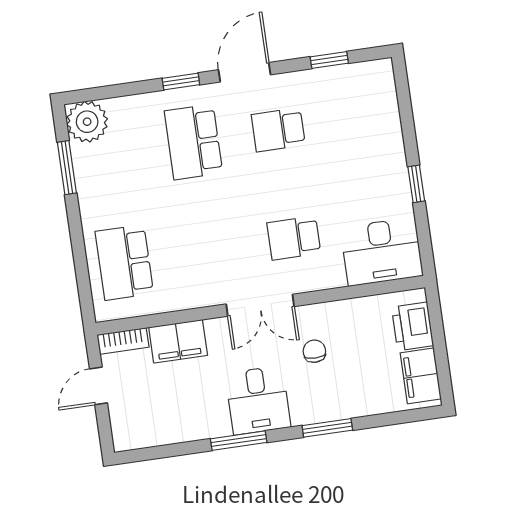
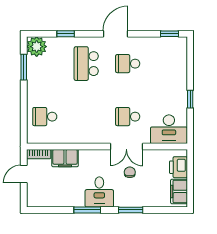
window: (329, 60) -> (169, 34), moved
window: (181, 81) -> (66, 34), moved
school desk: (124, 262) -> (45, 117), width x0.54
double door: (260, 305) -> (126, 146), moved

